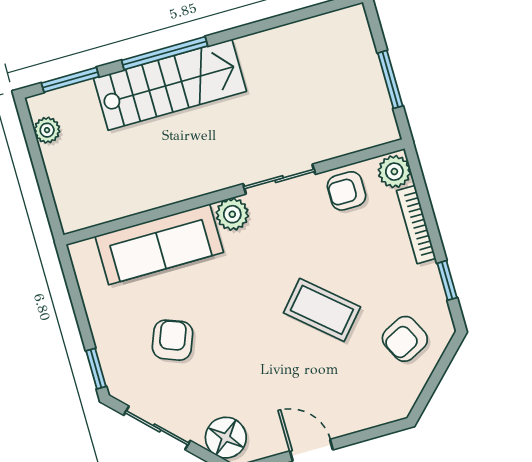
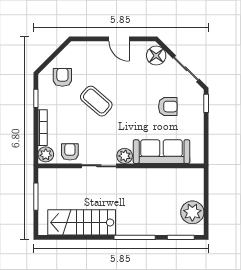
stairs: (170, 85) -> (82, 222), moved
plant: (47, 130) -> (192, 212), width x1.88, depth x1.88
armchair: (346, 191) -> (70, 152), turned -90
armchair: (405, 339) -> (62, 77), turned -63
armchair: (173, 340) -> (168, 107), turned -111

